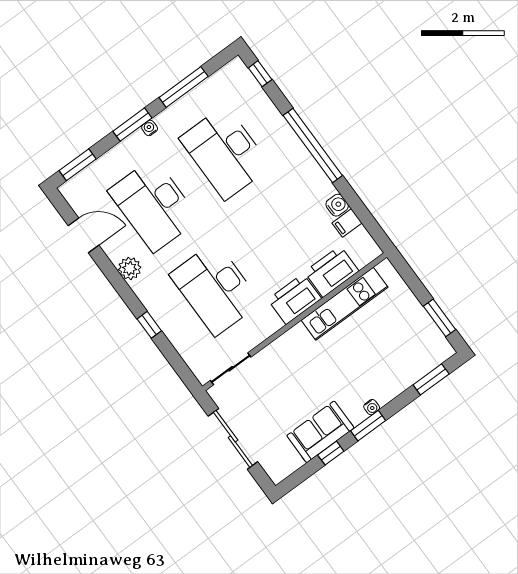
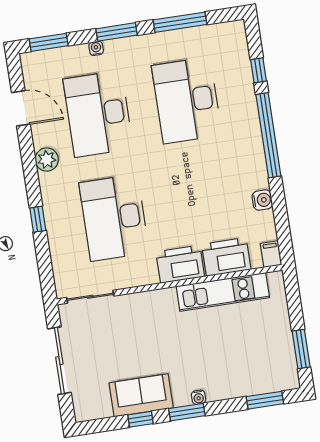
window: (260, 74) -> (259, 70), moved
water cooler: (150, 128) -> (96, 48), moved
filing cabinet: (347, 223) -> (271, 254), moved, turned 90

